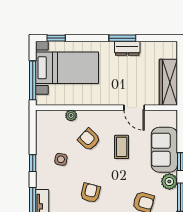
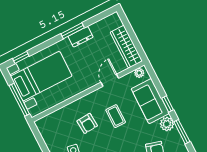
door: (134, 108) -> (110, 80), swing flipped
plant: (71, 115) -> (139, 73), moved
armchair: (89, 139) -> (87, 123), turned -137

